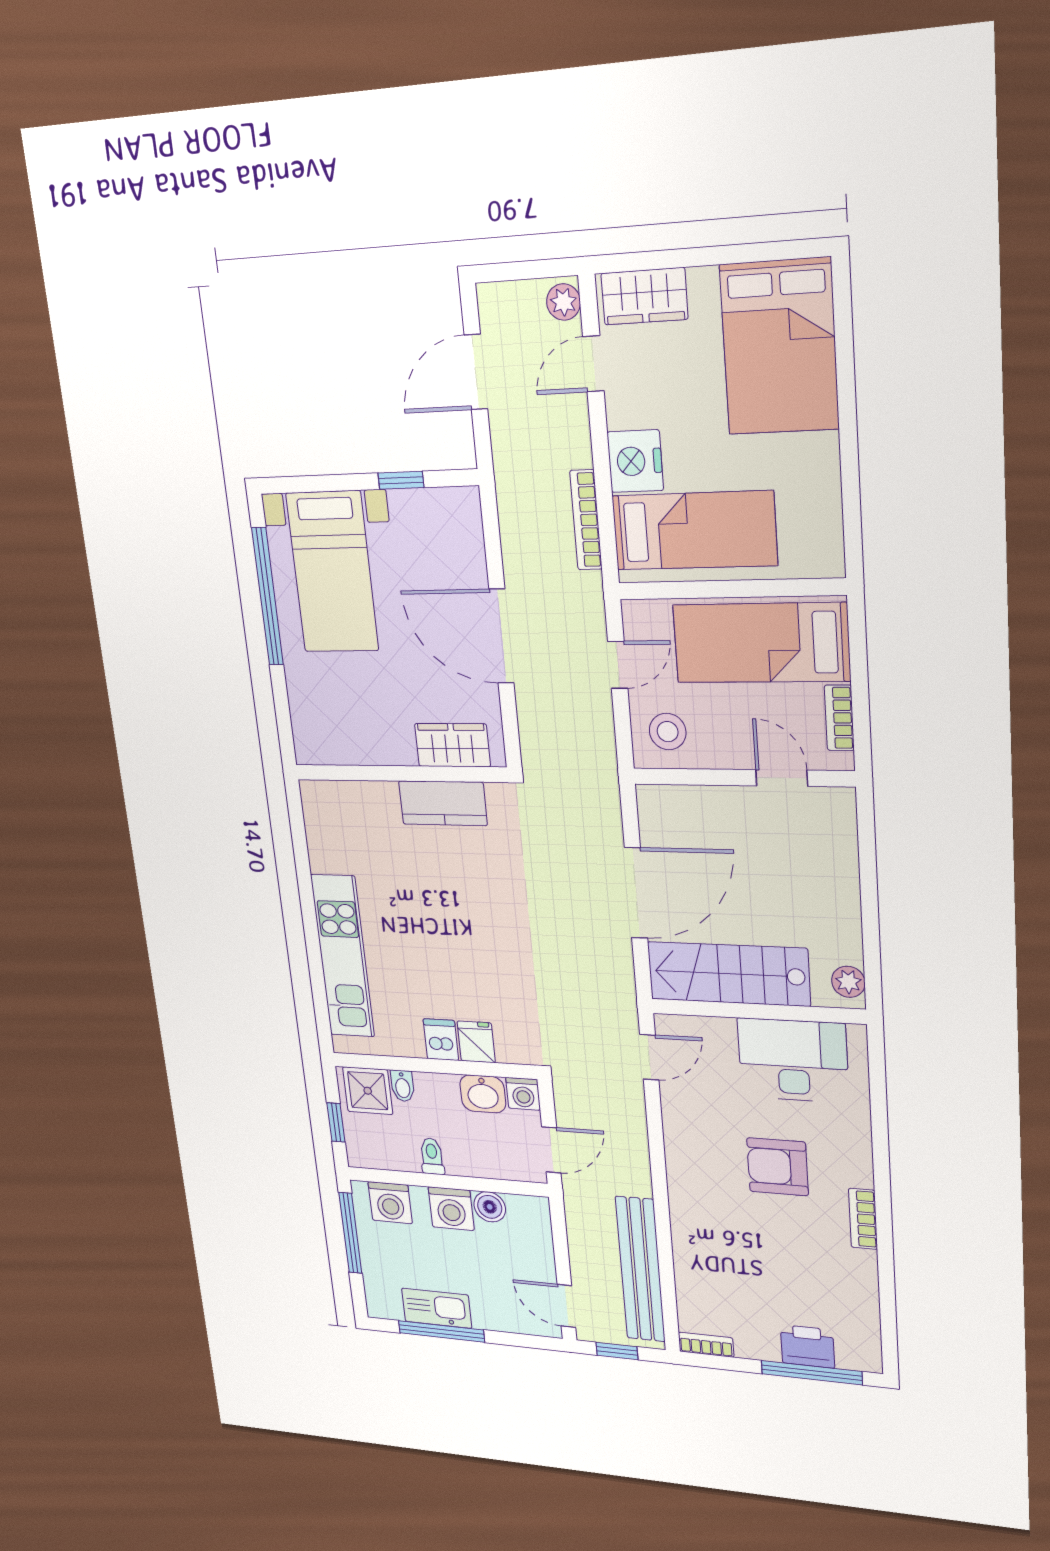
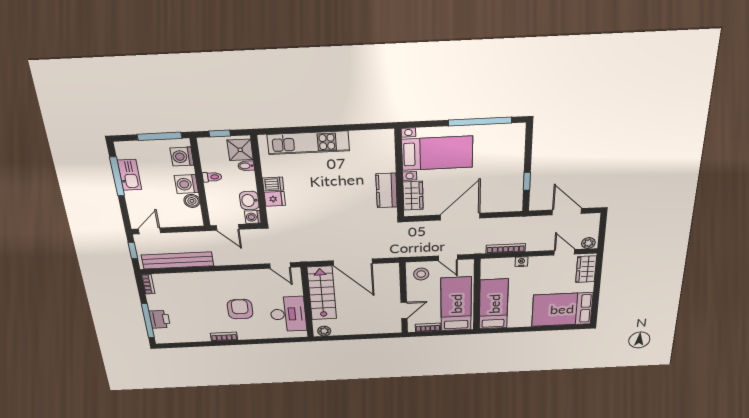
nightstand: (635, 461) -> (521, 262), width x0.53, depth x0.56
bed: (694, 531) -> (494, 304), moved, turned 180
bed with nightstands: (332, 572) -> (437, 153), moved, turned 180

